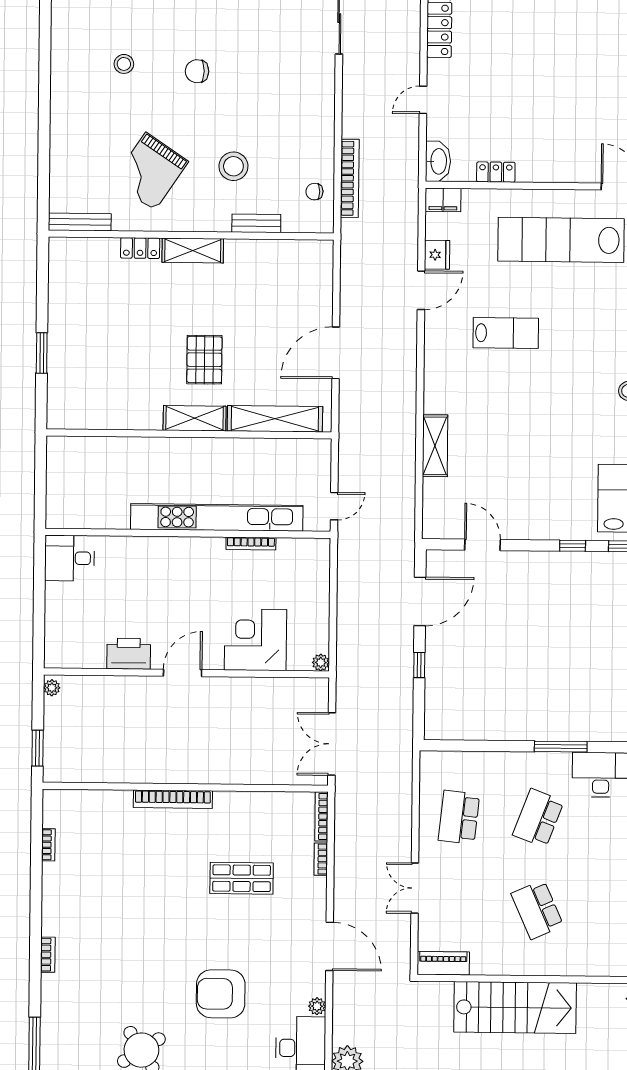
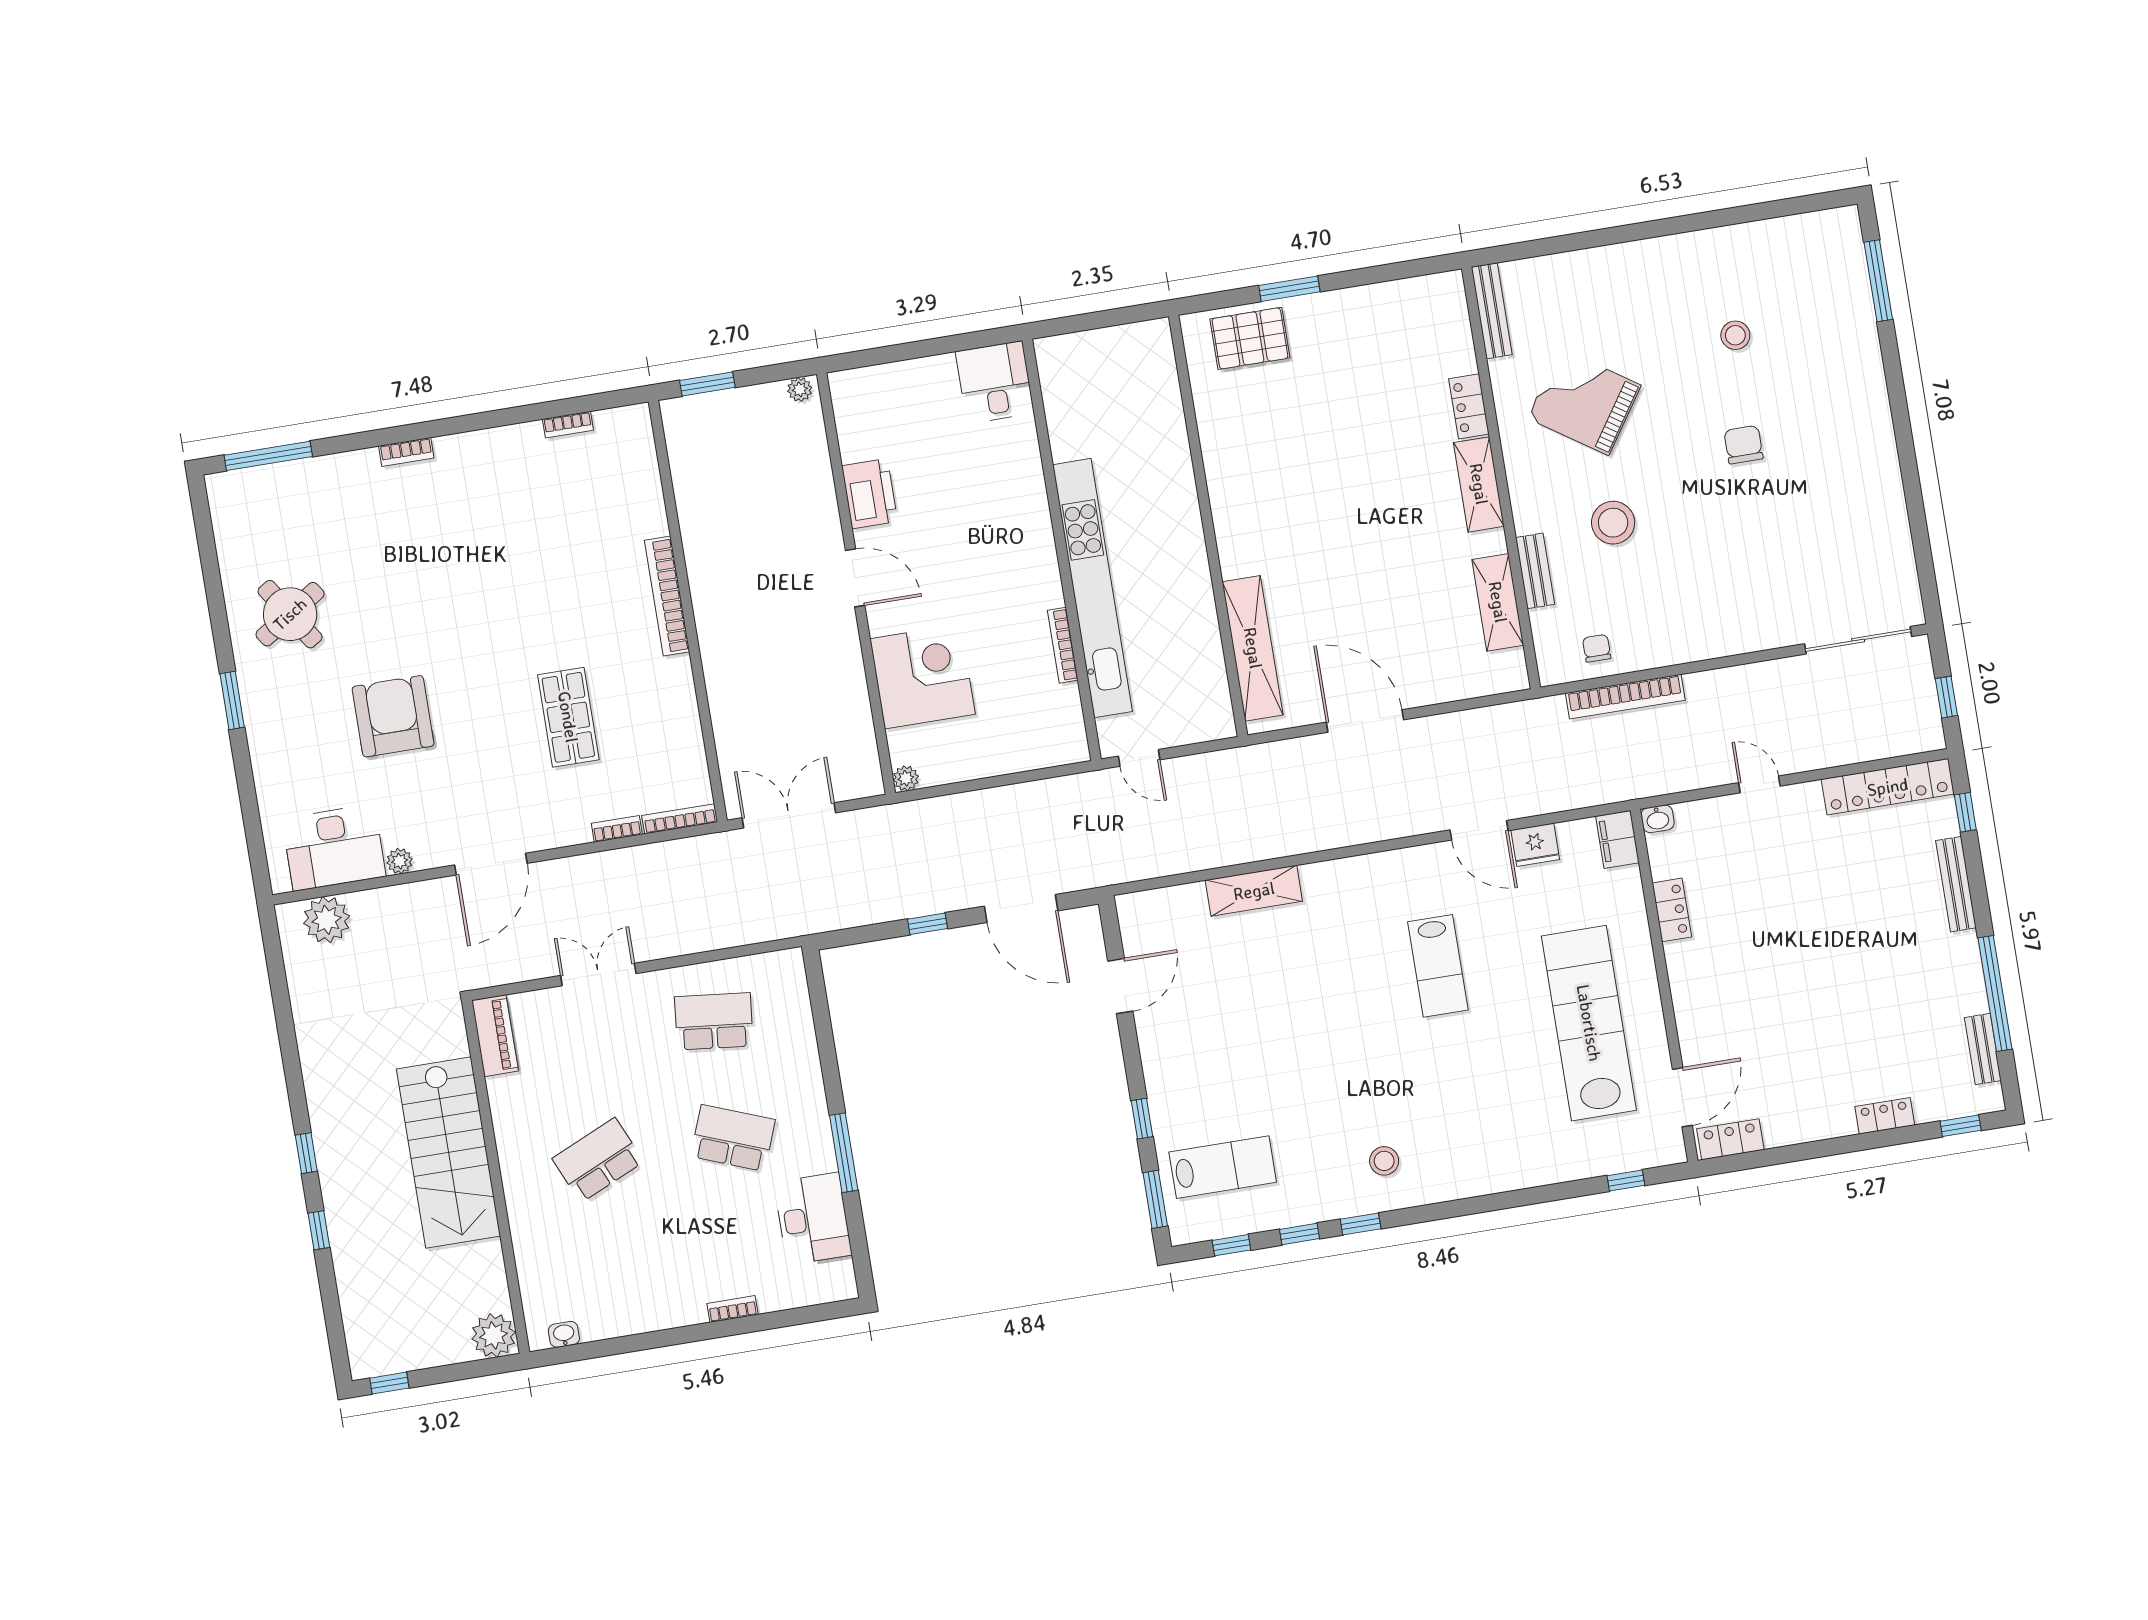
washbasin: (438, 161) -> (1658, 819), width x0.52, depth x0.69
pallet: (204, 360) -> (1250, 338), moved
shelving: (195, 418) -> (1498, 602), moved

